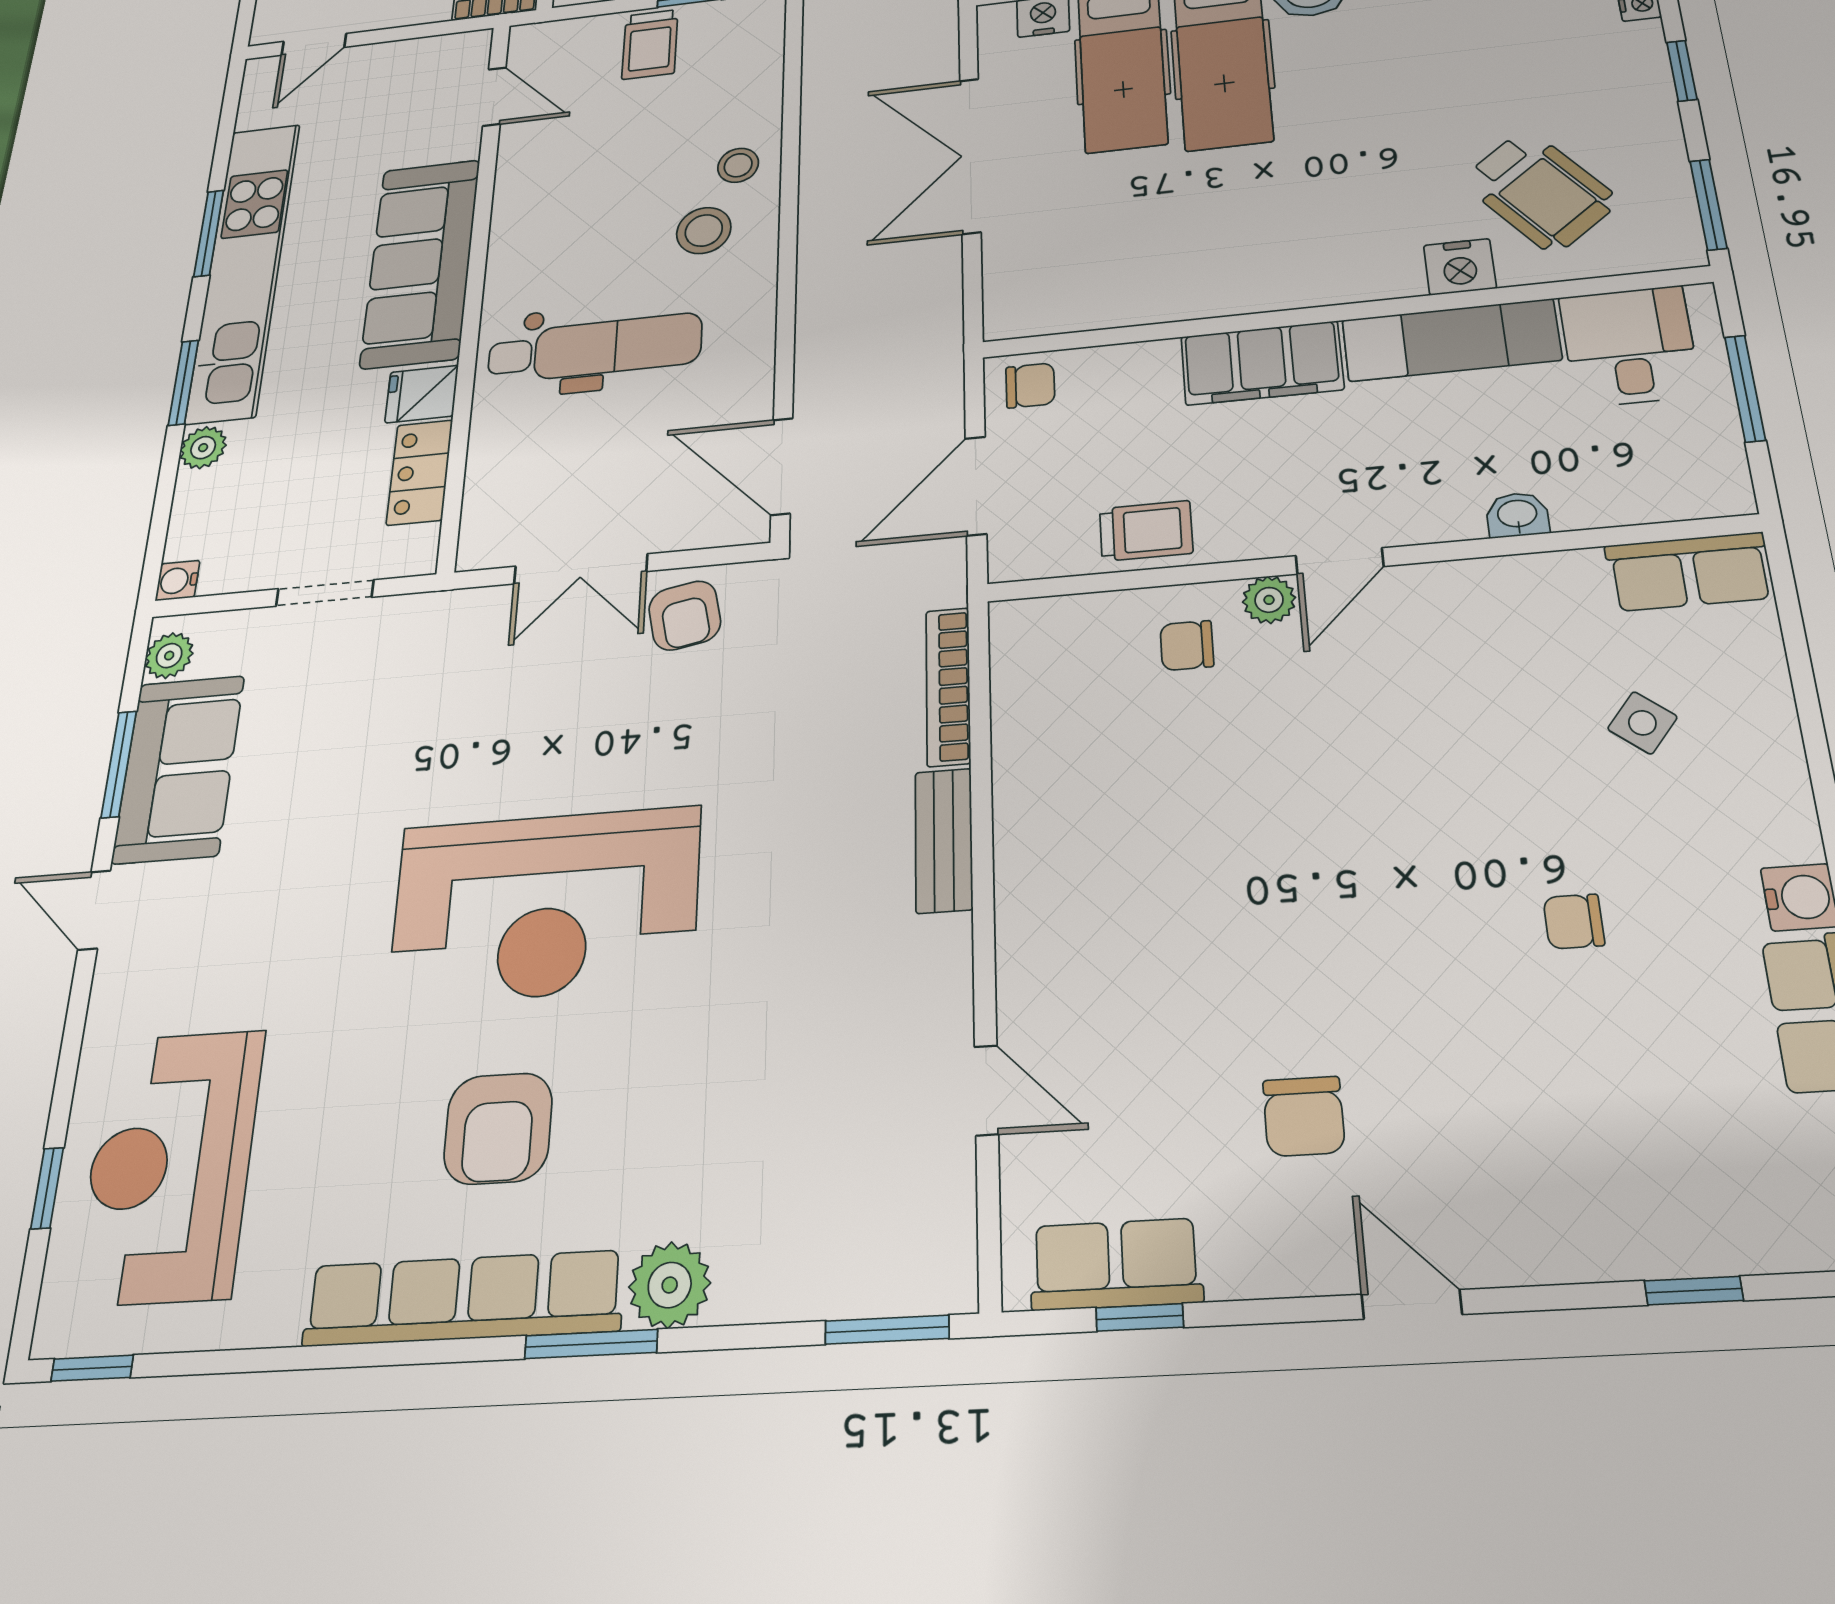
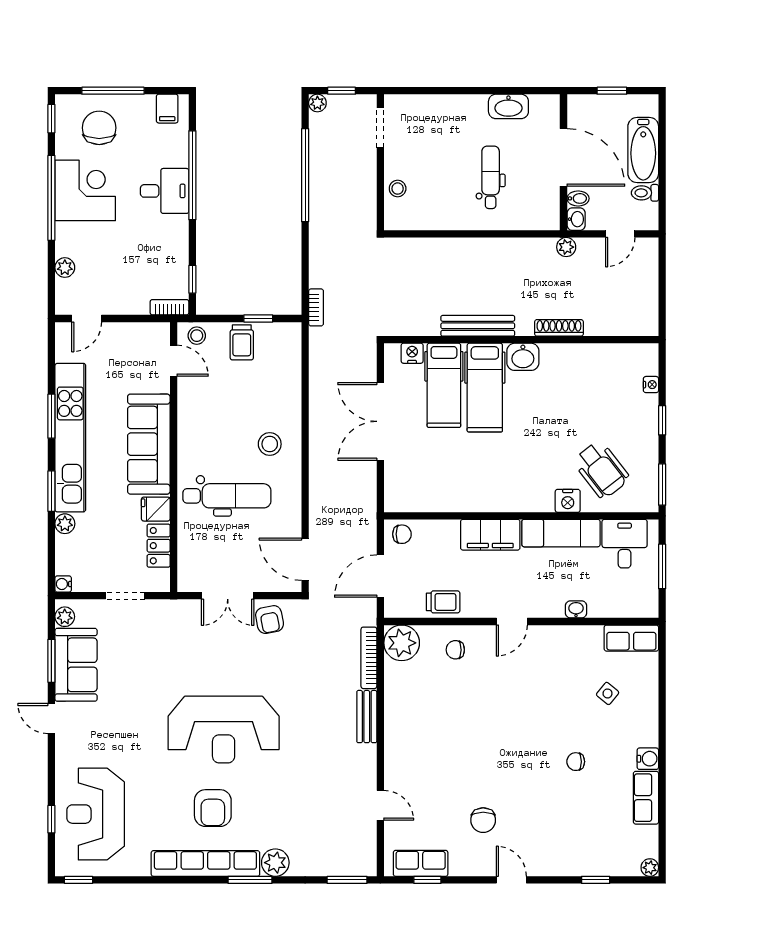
stool: (738, 165) -> (197, 336), moved
plant: (1269, 600) -> (402, 643), moved, width x1.87, depth x1.87

